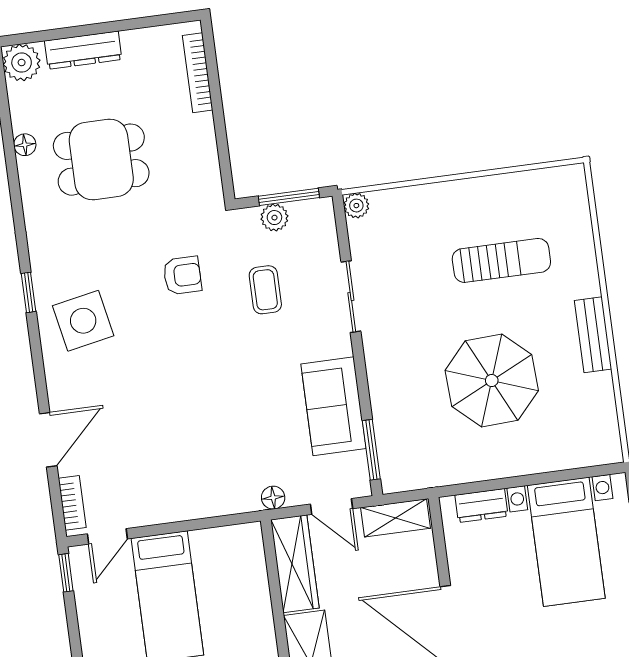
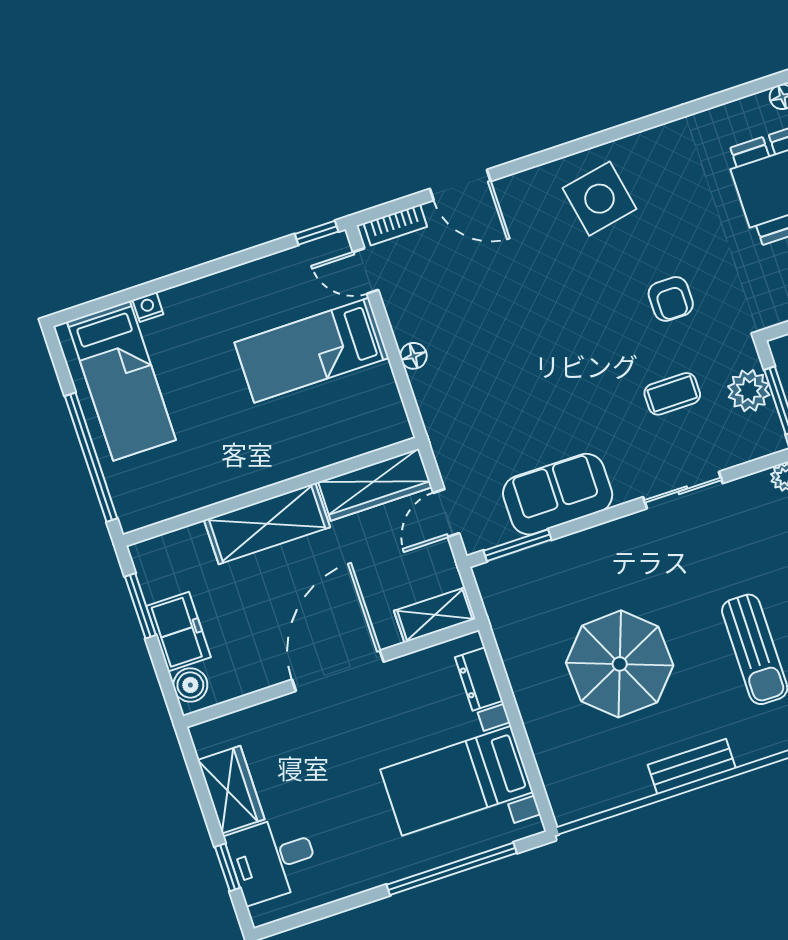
plant: (274, 218) -> (749, 391), width x1.38, depth x1.38
window: (28, 292) -> (619, 132), removed
floor lamp: (273, 498) -> (413, 356), moved
shelving: (396, 518) -> (435, 615), moved, turned 90

